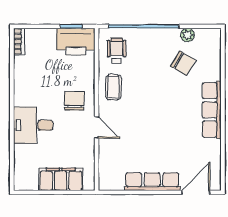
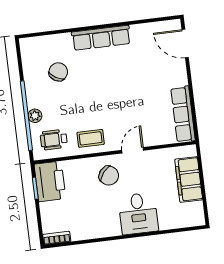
plant: (187, 35) -> (35, 116), moved
chair: (74, 101) -> (109, 176), turned -141
row of seats: (152, 182) -> (183, 114), moved

